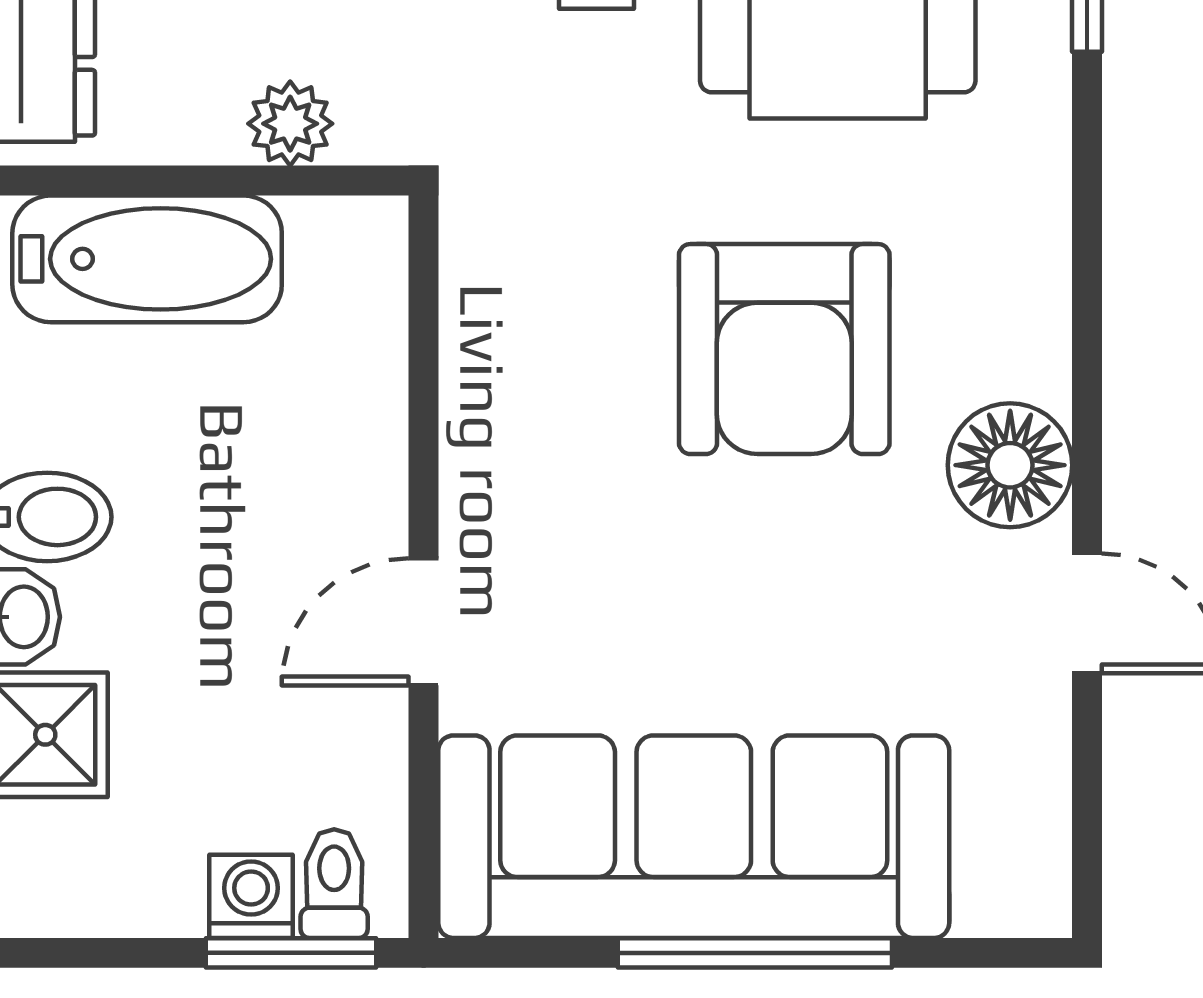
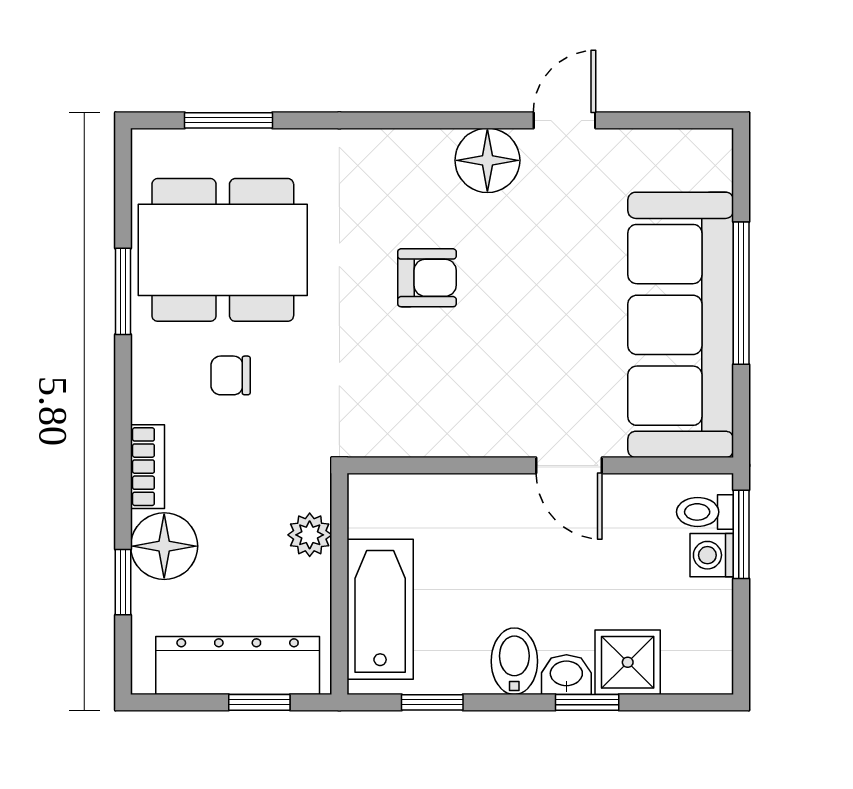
armchair: (784, 349) -> (427, 278), width x0.53, depth x0.53

